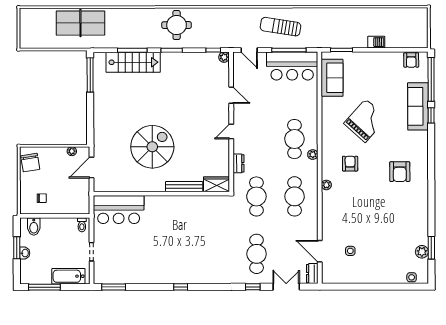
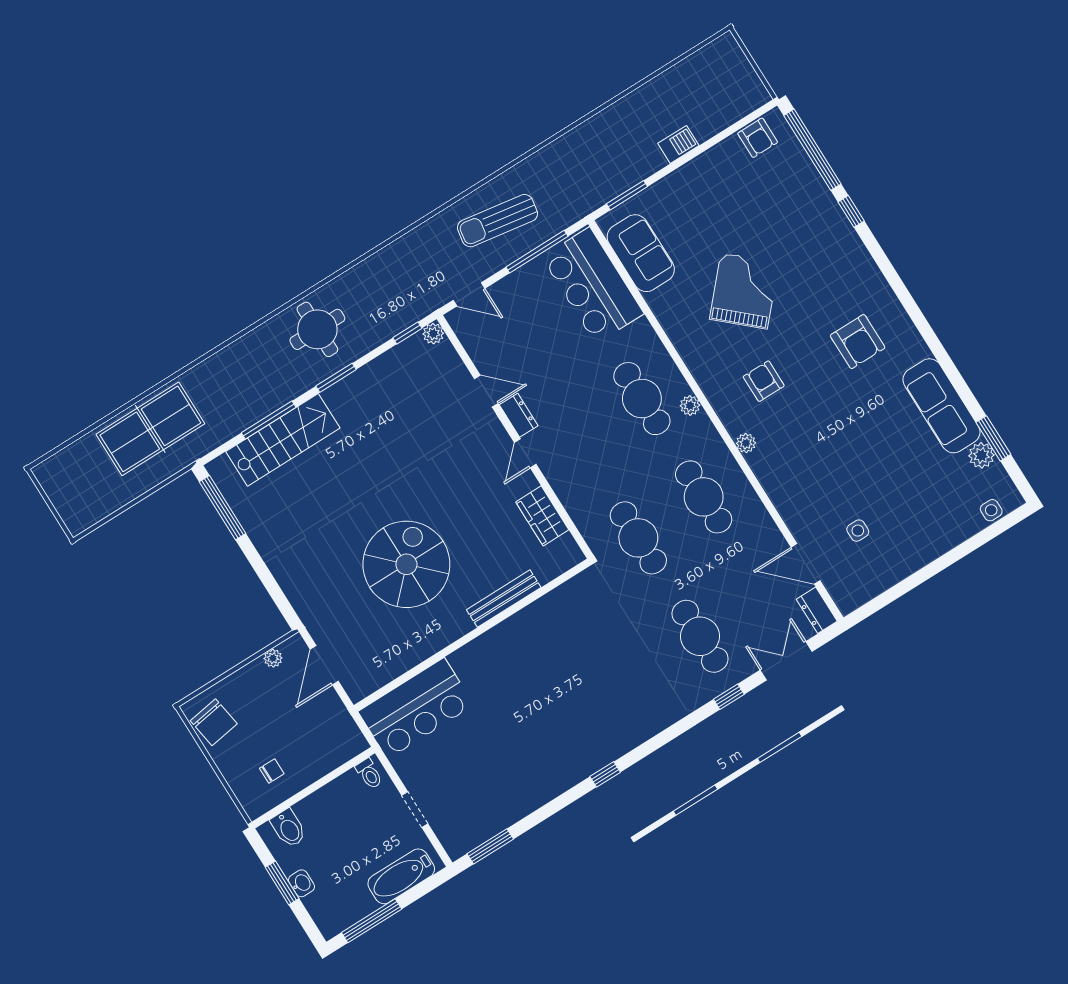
bar counter: (292, 66) -> (593, 285), moved, turned 90
sofa: (418, 106) -> (942, 406), moved
dresser: (238, 163) -> (519, 415), moved
wardrobe: (217, 184) -> (542, 516), moved, turned -90

